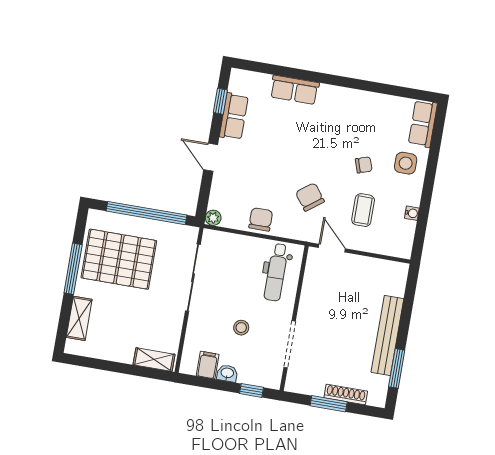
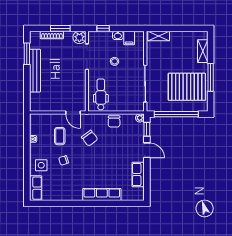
row of seats: (294, 90) -> (102, 194), width x1.48
window: (220, 101) -> (147, 129), moved
plant: (297, 381) -> (79, 37), added

